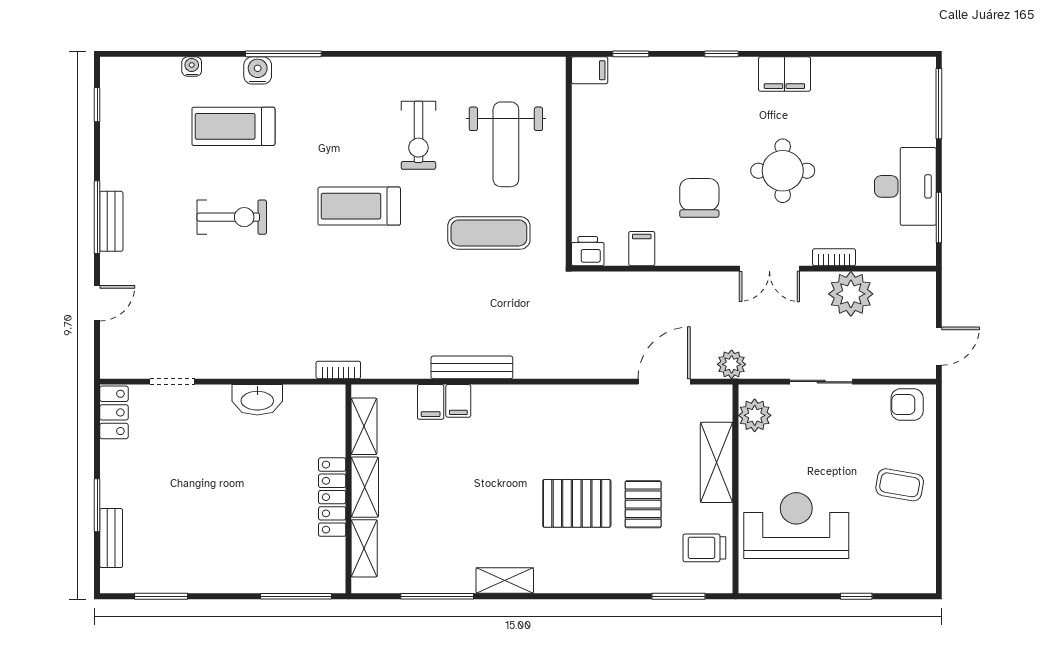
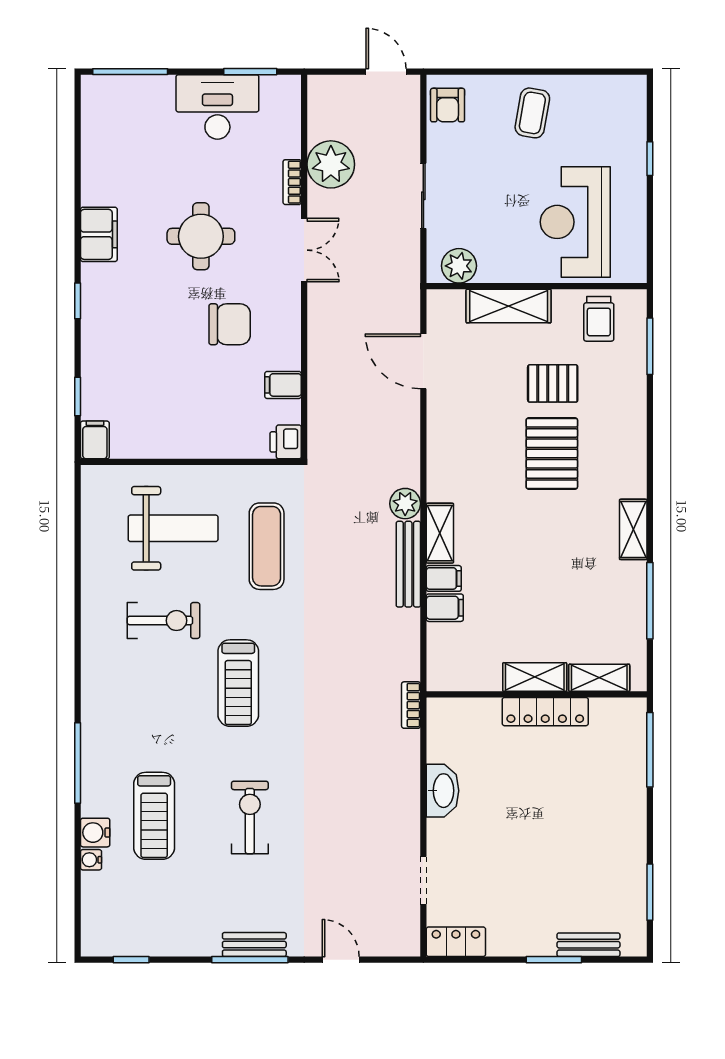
water cooler: (258, 70) -> (95, 833), moved
chair: (699, 198) -> (230, 324), turned 180
plant: (732, 364) -> (405, 504), moved
shelving: (364, 426) -> (440, 533), moved, turned 90

